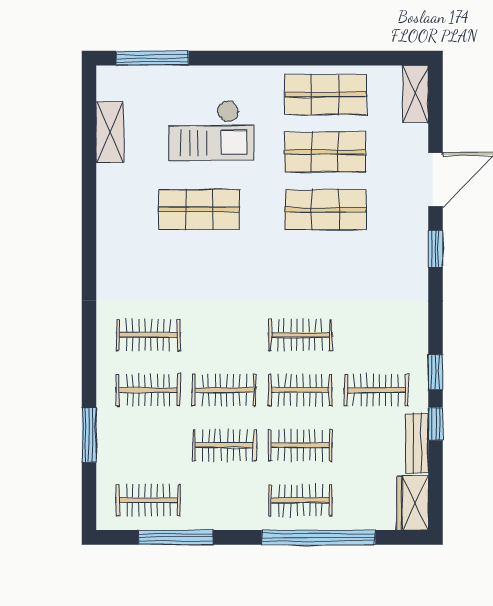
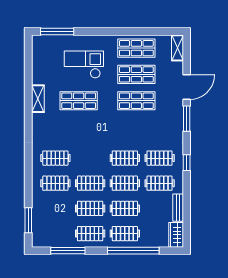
checkout: (211, 130) -> (84, 65), turned 180
shelving: (110, 132) -> (38, 99), moved
window: (436, 249) -> (187, 119), width x1.50
clothes rail: (376, 335) -> (160, 158), added
window: (436, 372) -> (187, 163), moved
window: (436, 424) -> (187, 199), removed
window: (89, 435) -> (28, 220), moved
clothes rail: (148, 500) -> (90, 234), moved

